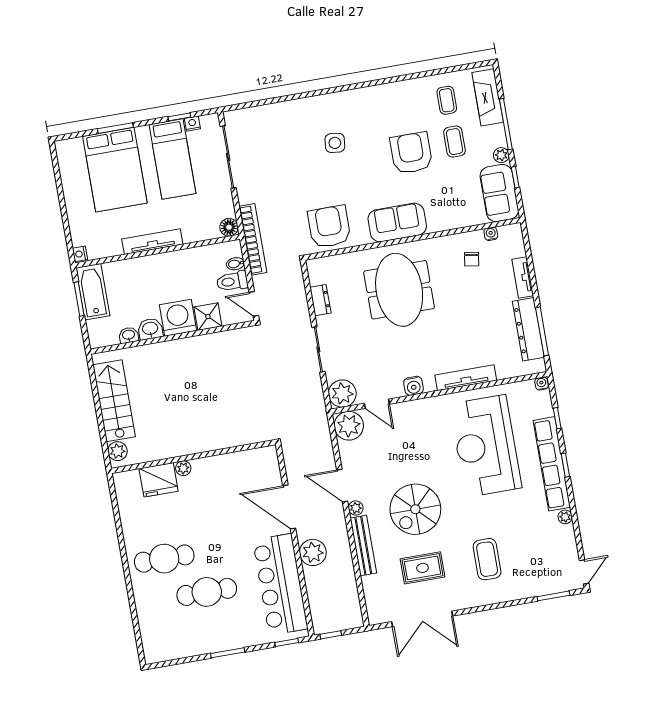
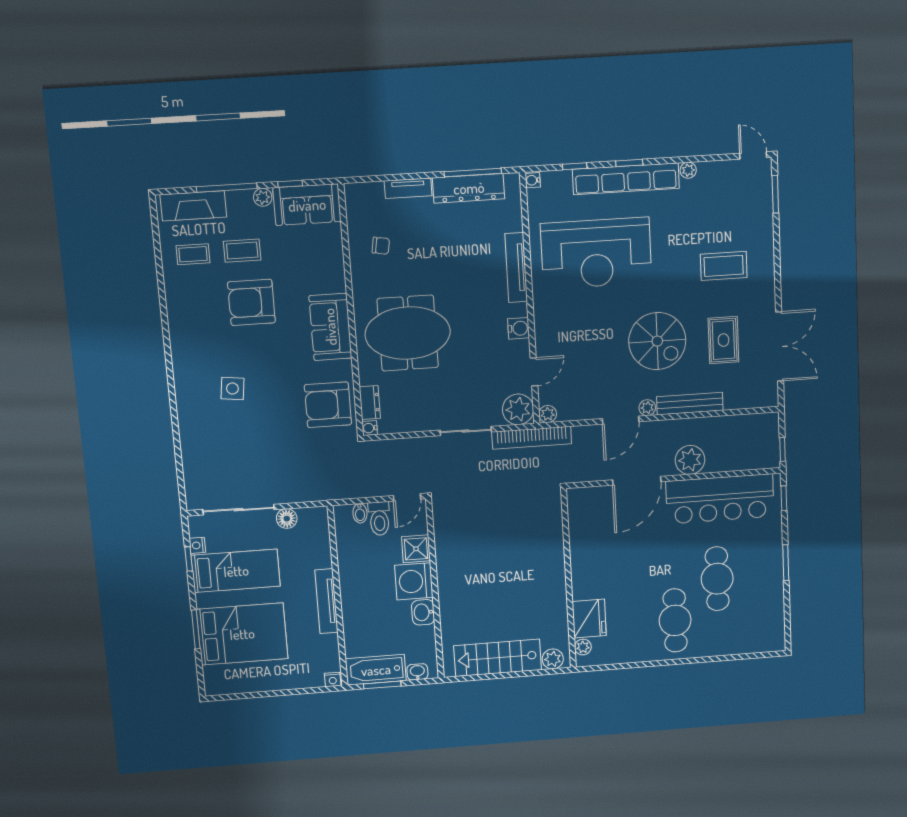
floor lamp: (229, 227) -> (287, 519), moved
water cooler: (491, 234) -> (370, 428), moved
bookcase: (253, 239) -> (532, 438), moved, turned 180
dresser: (320, 300) -> (370, 403), moved, turned 90
washbasin: (129, 335) -> (417, 672), moved, turned 90
plant: (349, 426) -> (548, 414), width x0.53, depth x0.53
plant: (183, 468) -> (583, 647), moved

